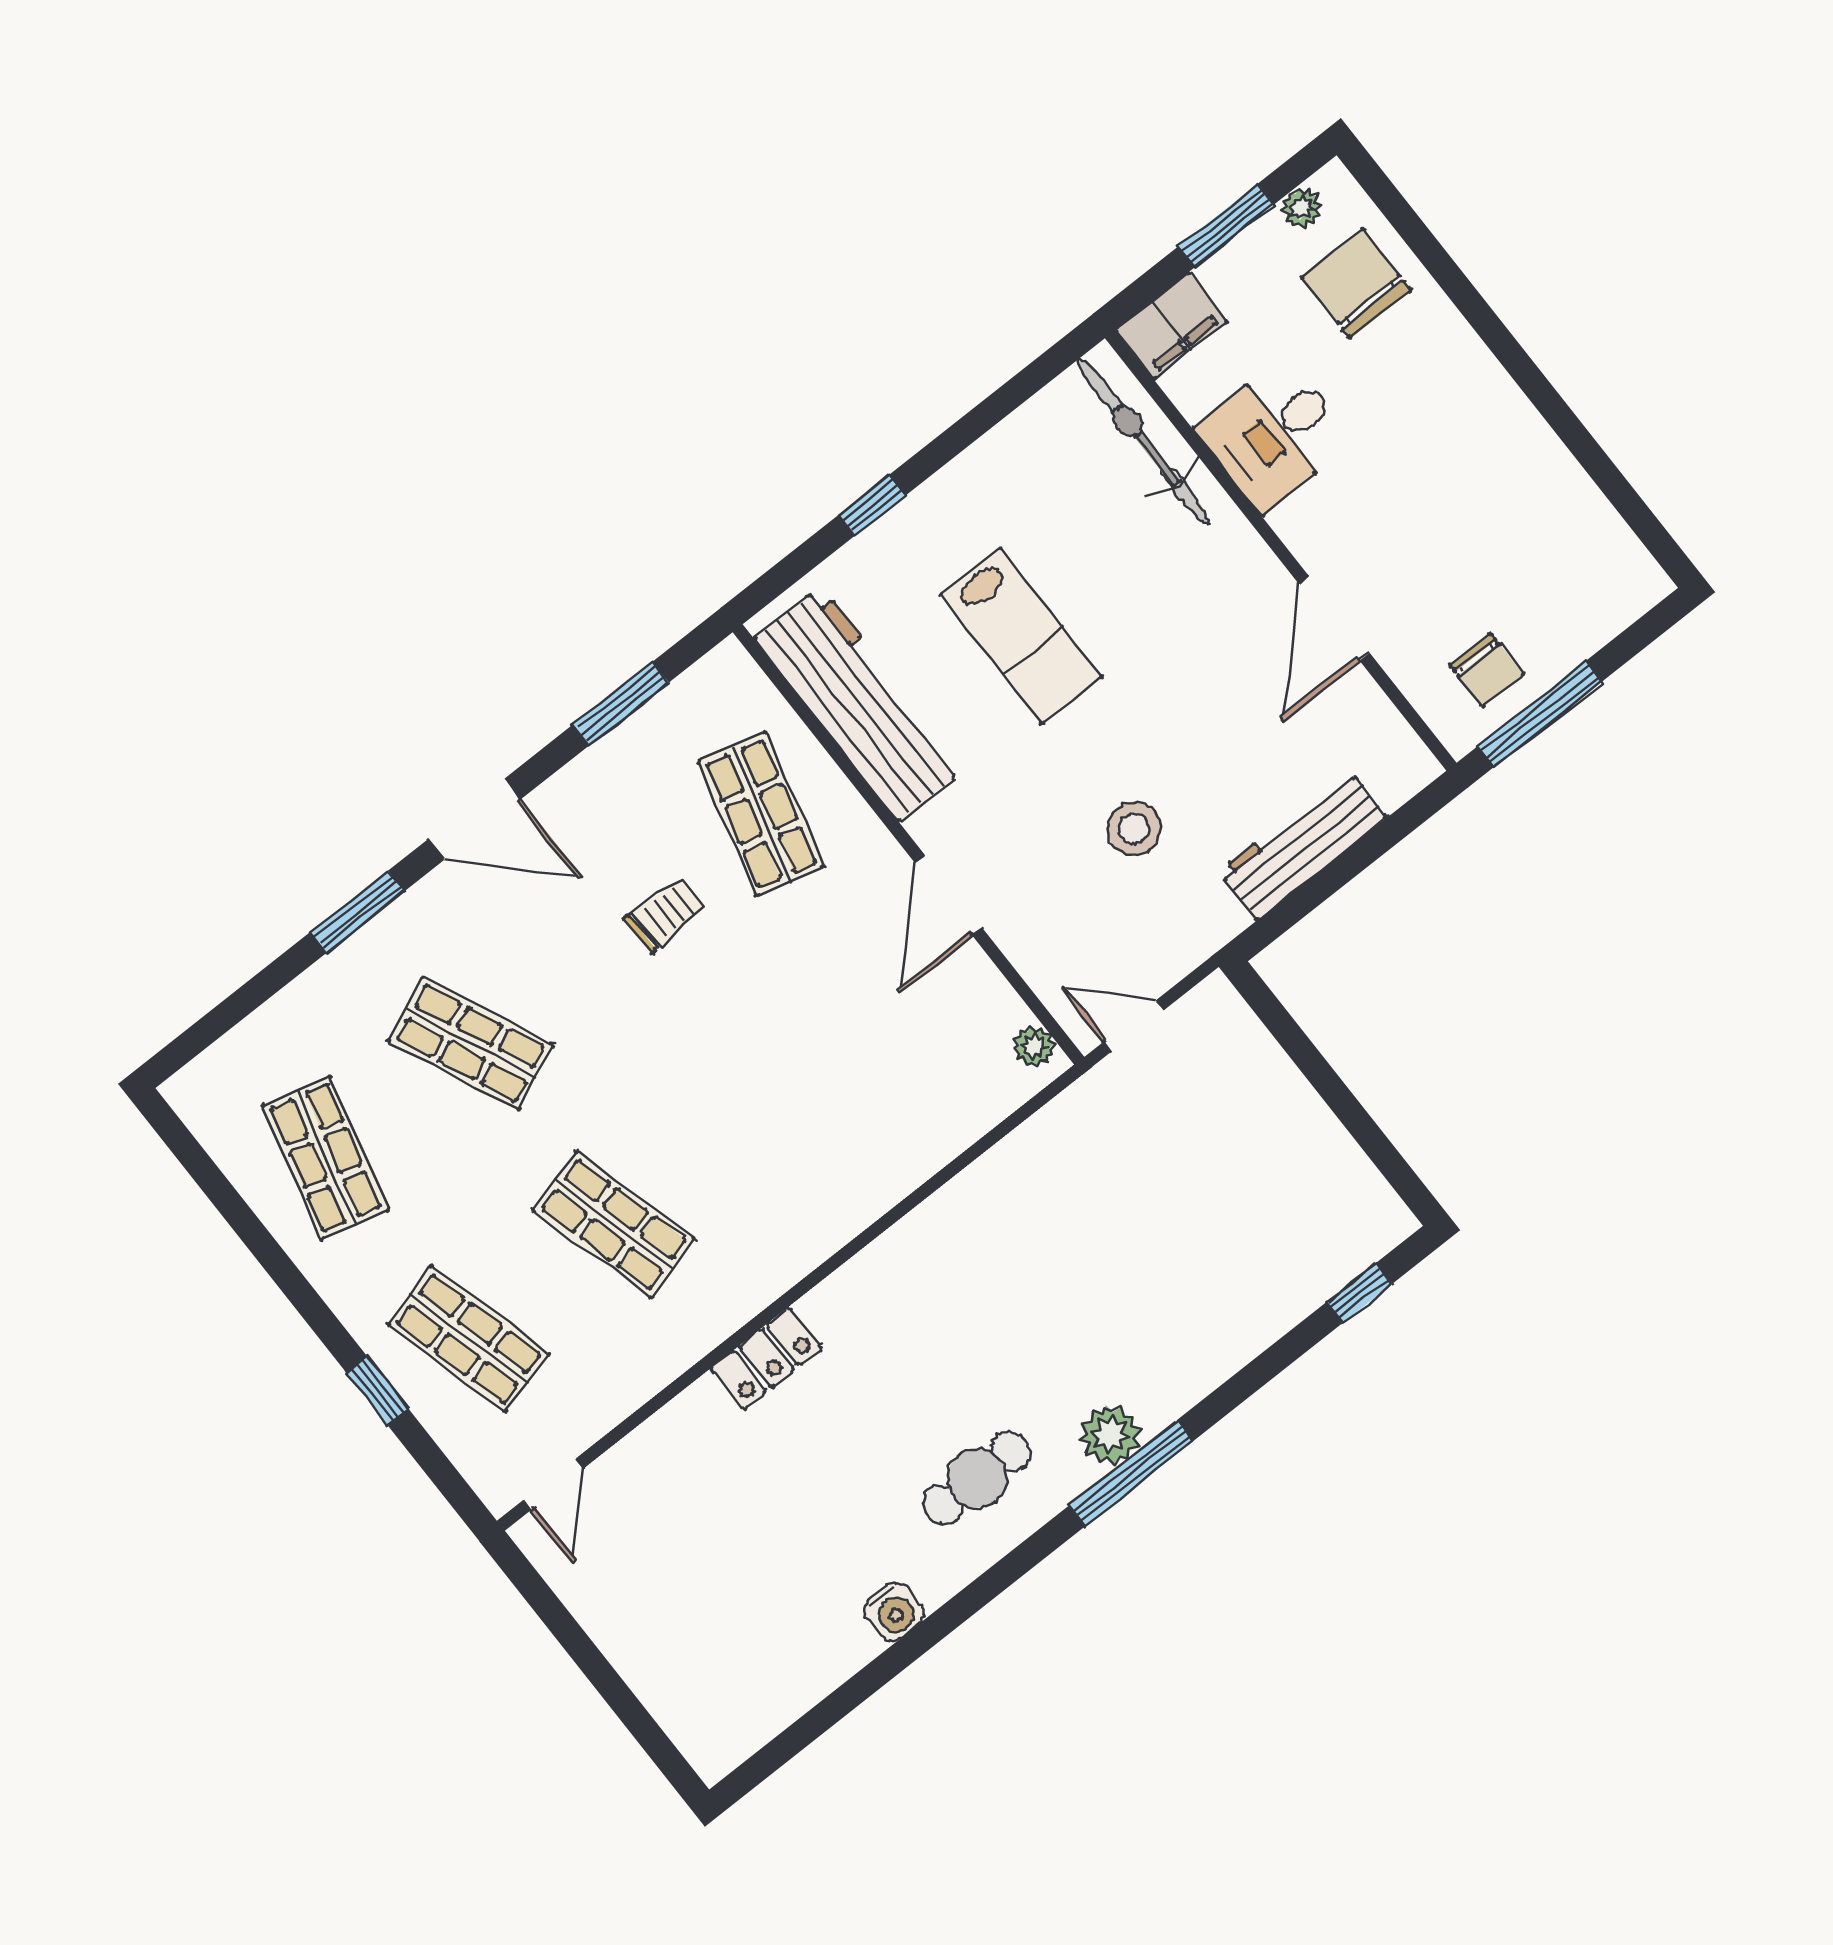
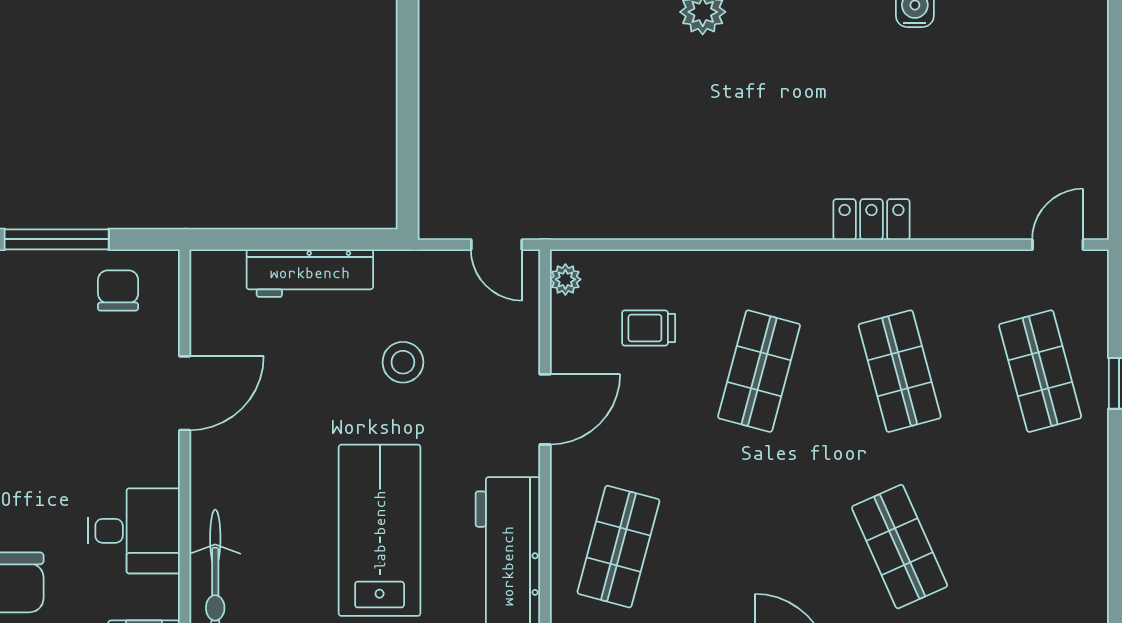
lab bench: (1021, 636) -> (380, 530), width x1.36, depth x1.39
window: (1540, 714) -> (57, 239), moved
trolley: (665, 914) -> (649, 328), moved
shop shelf: (325, 1158) -> (759, 371), moved
cafe table: (977, 1478) -> (802, 49), removed

